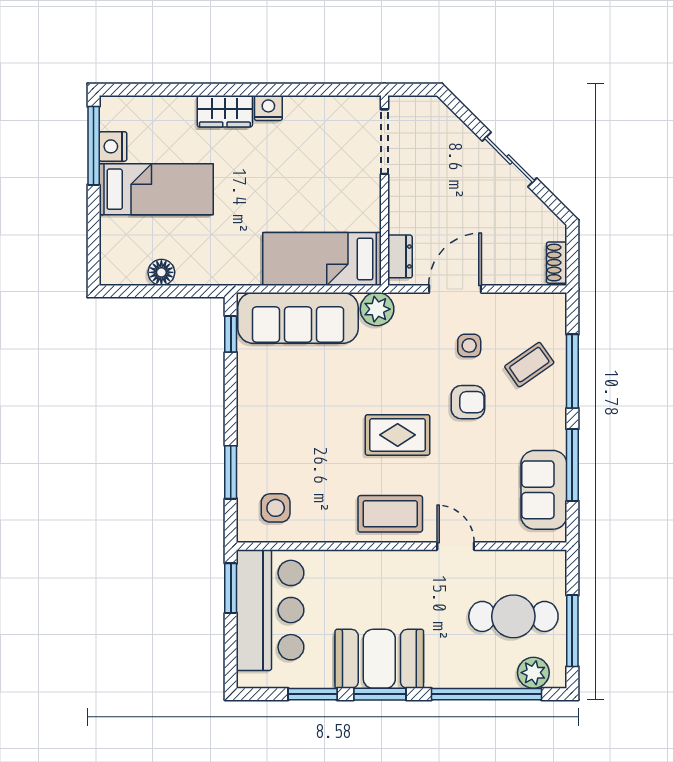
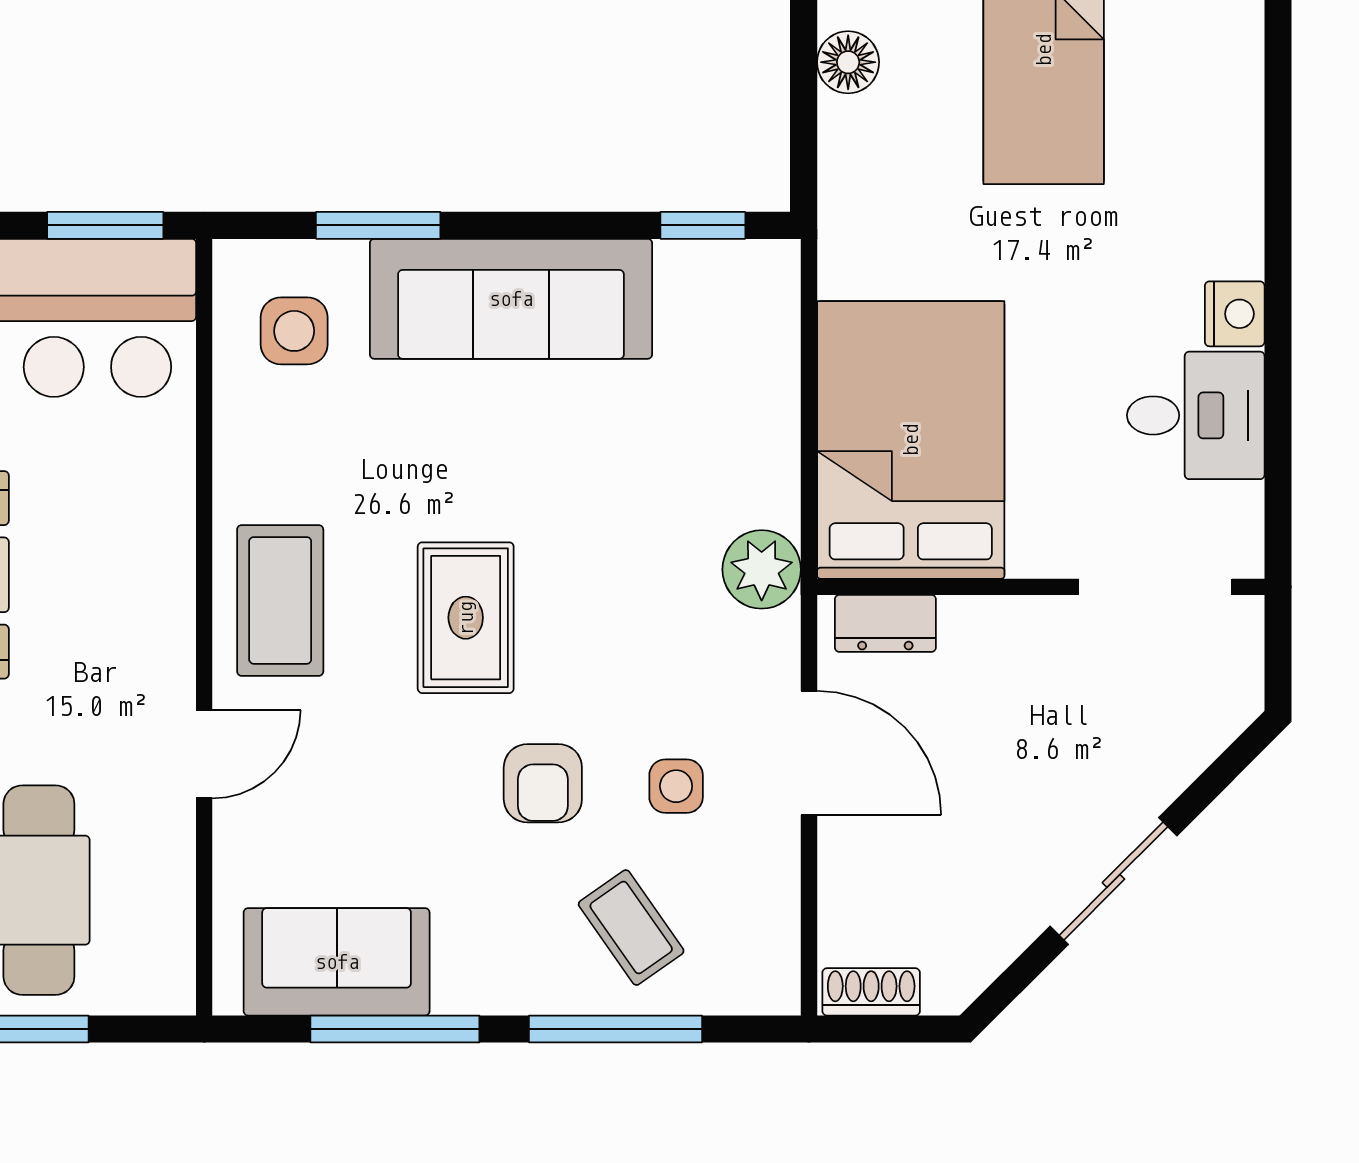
wardrobe: (225, 111) -> (1227, 212), removed
desk: (312, 125) -> (1196, 415), added
bed: (322, 259) -> (911, 440), width x1.50
sofa: (298, 318) -> (511, 299), moved, turned -90

